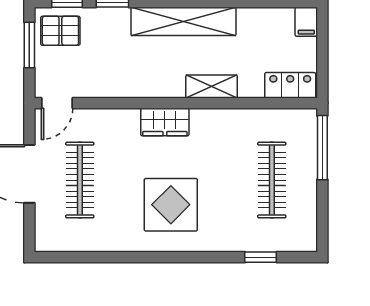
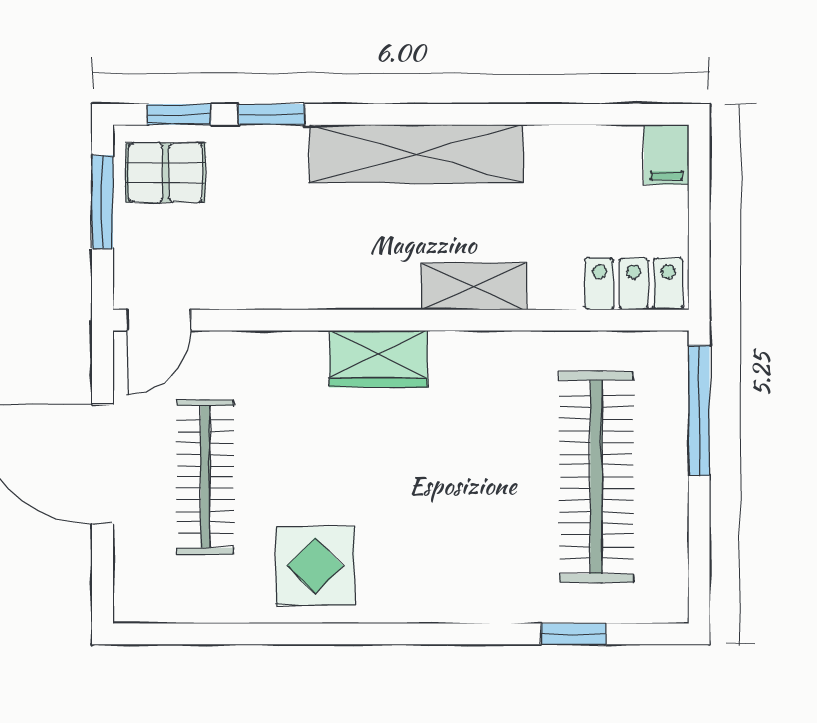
clothes rail: (272, 180) -> (596, 477), width x1.37, depth x1.31
display table: (171, 205) -> (315, 566), moved, width x0.73, depth x0.73

